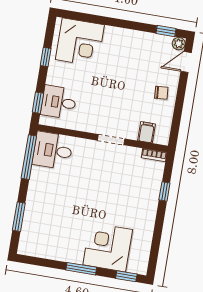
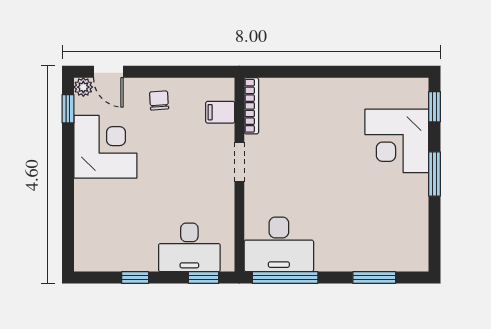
corner desk: (80, 42) -> (105, 147), moved
desk: (59, 102) -> (189, 247), width x1.37
desk: (53, 150) -> (279, 244), width x1.37
bookcase: (154, 155) -> (251, 106), width x1.56
window: (164, 191) -> (302, 72), removed

